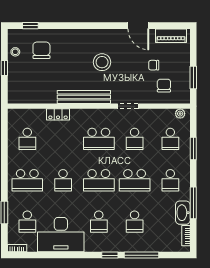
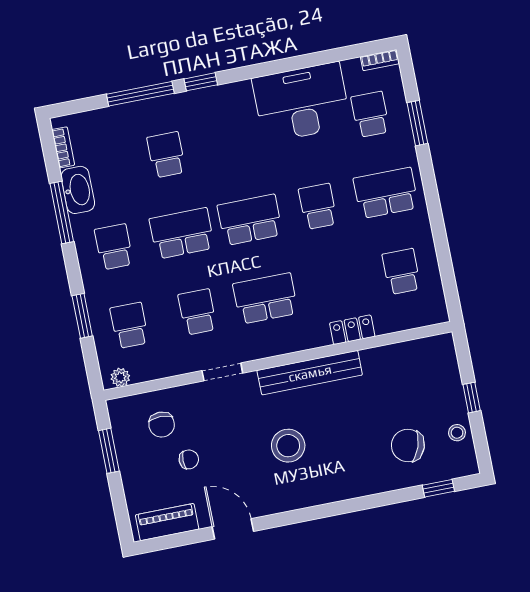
chair: (41, 50) -> (408, 445), turned 109
school desk: (99, 222) -> (234, 141), removed

